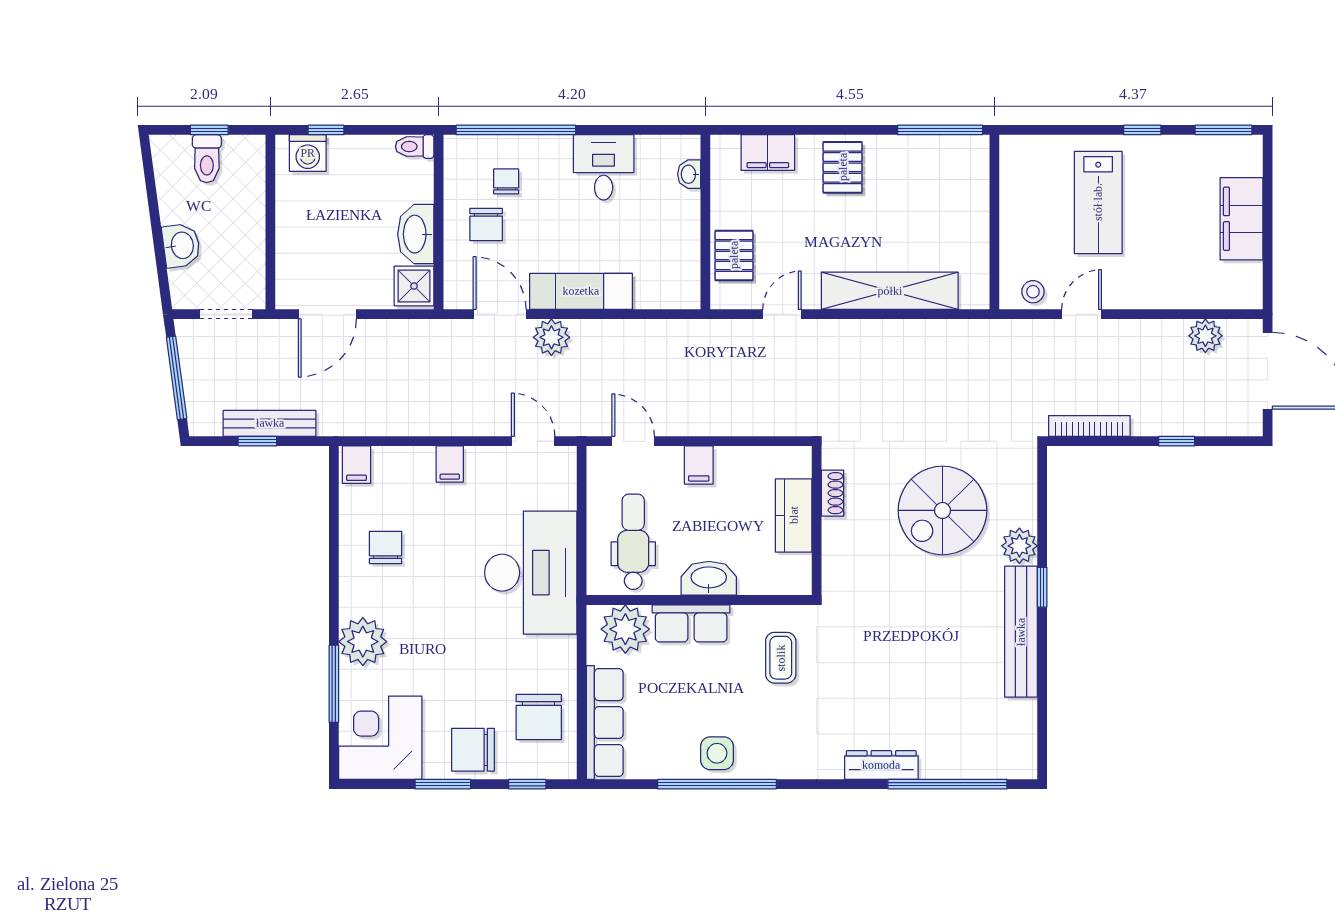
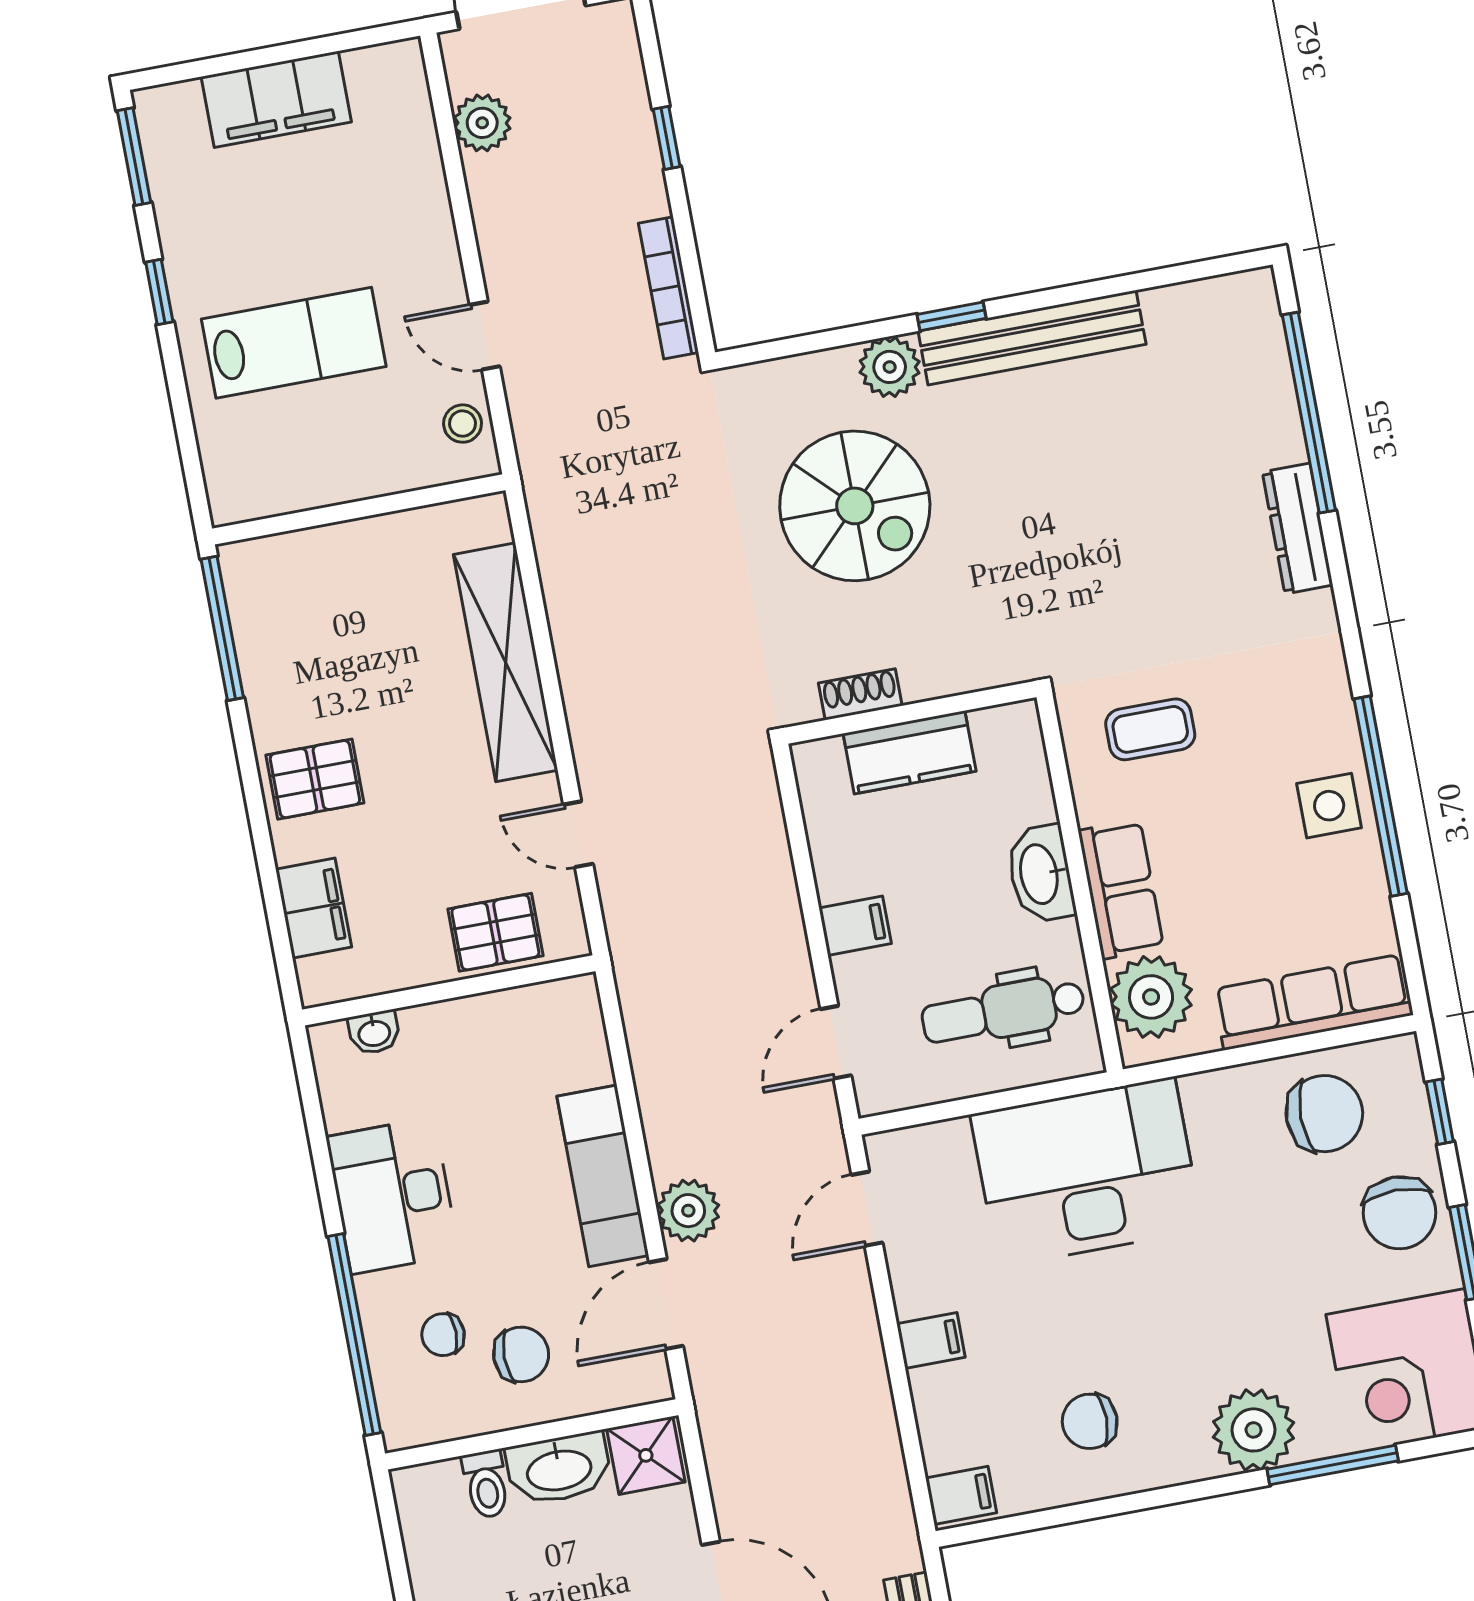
toilet: (415, 147) -> (486, 1484), moved
desk: (604, 167) -> (393, 1196), width x1.37

